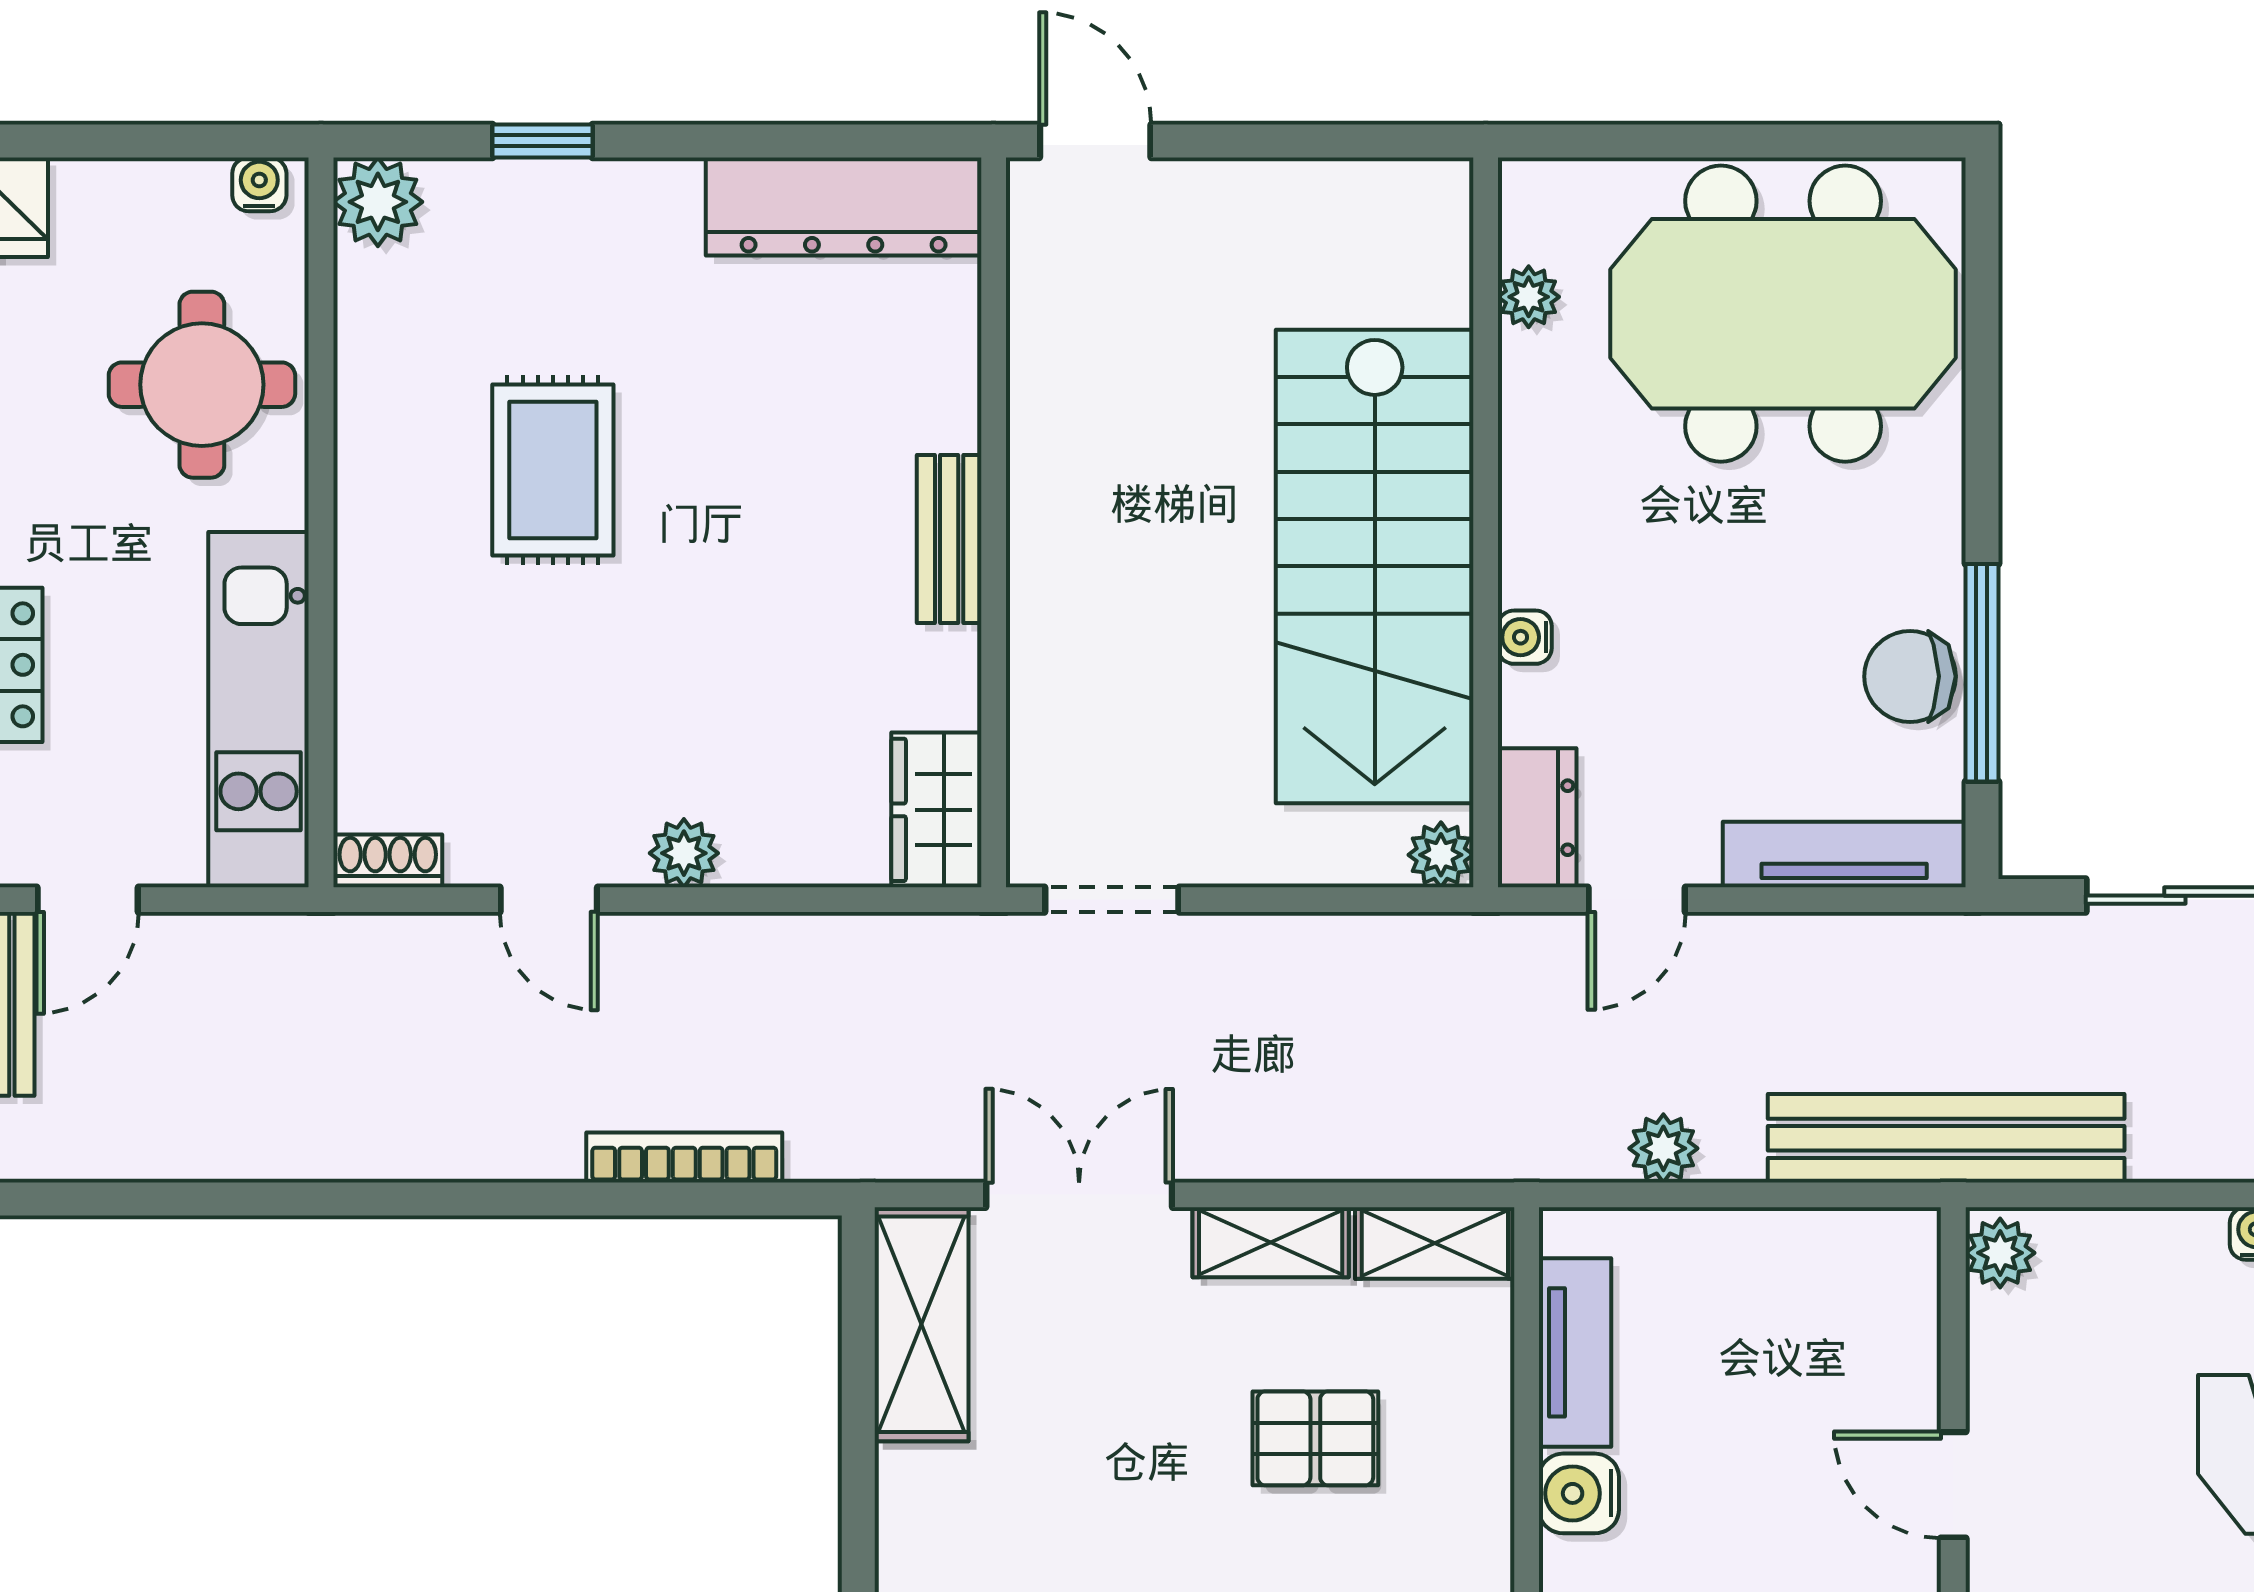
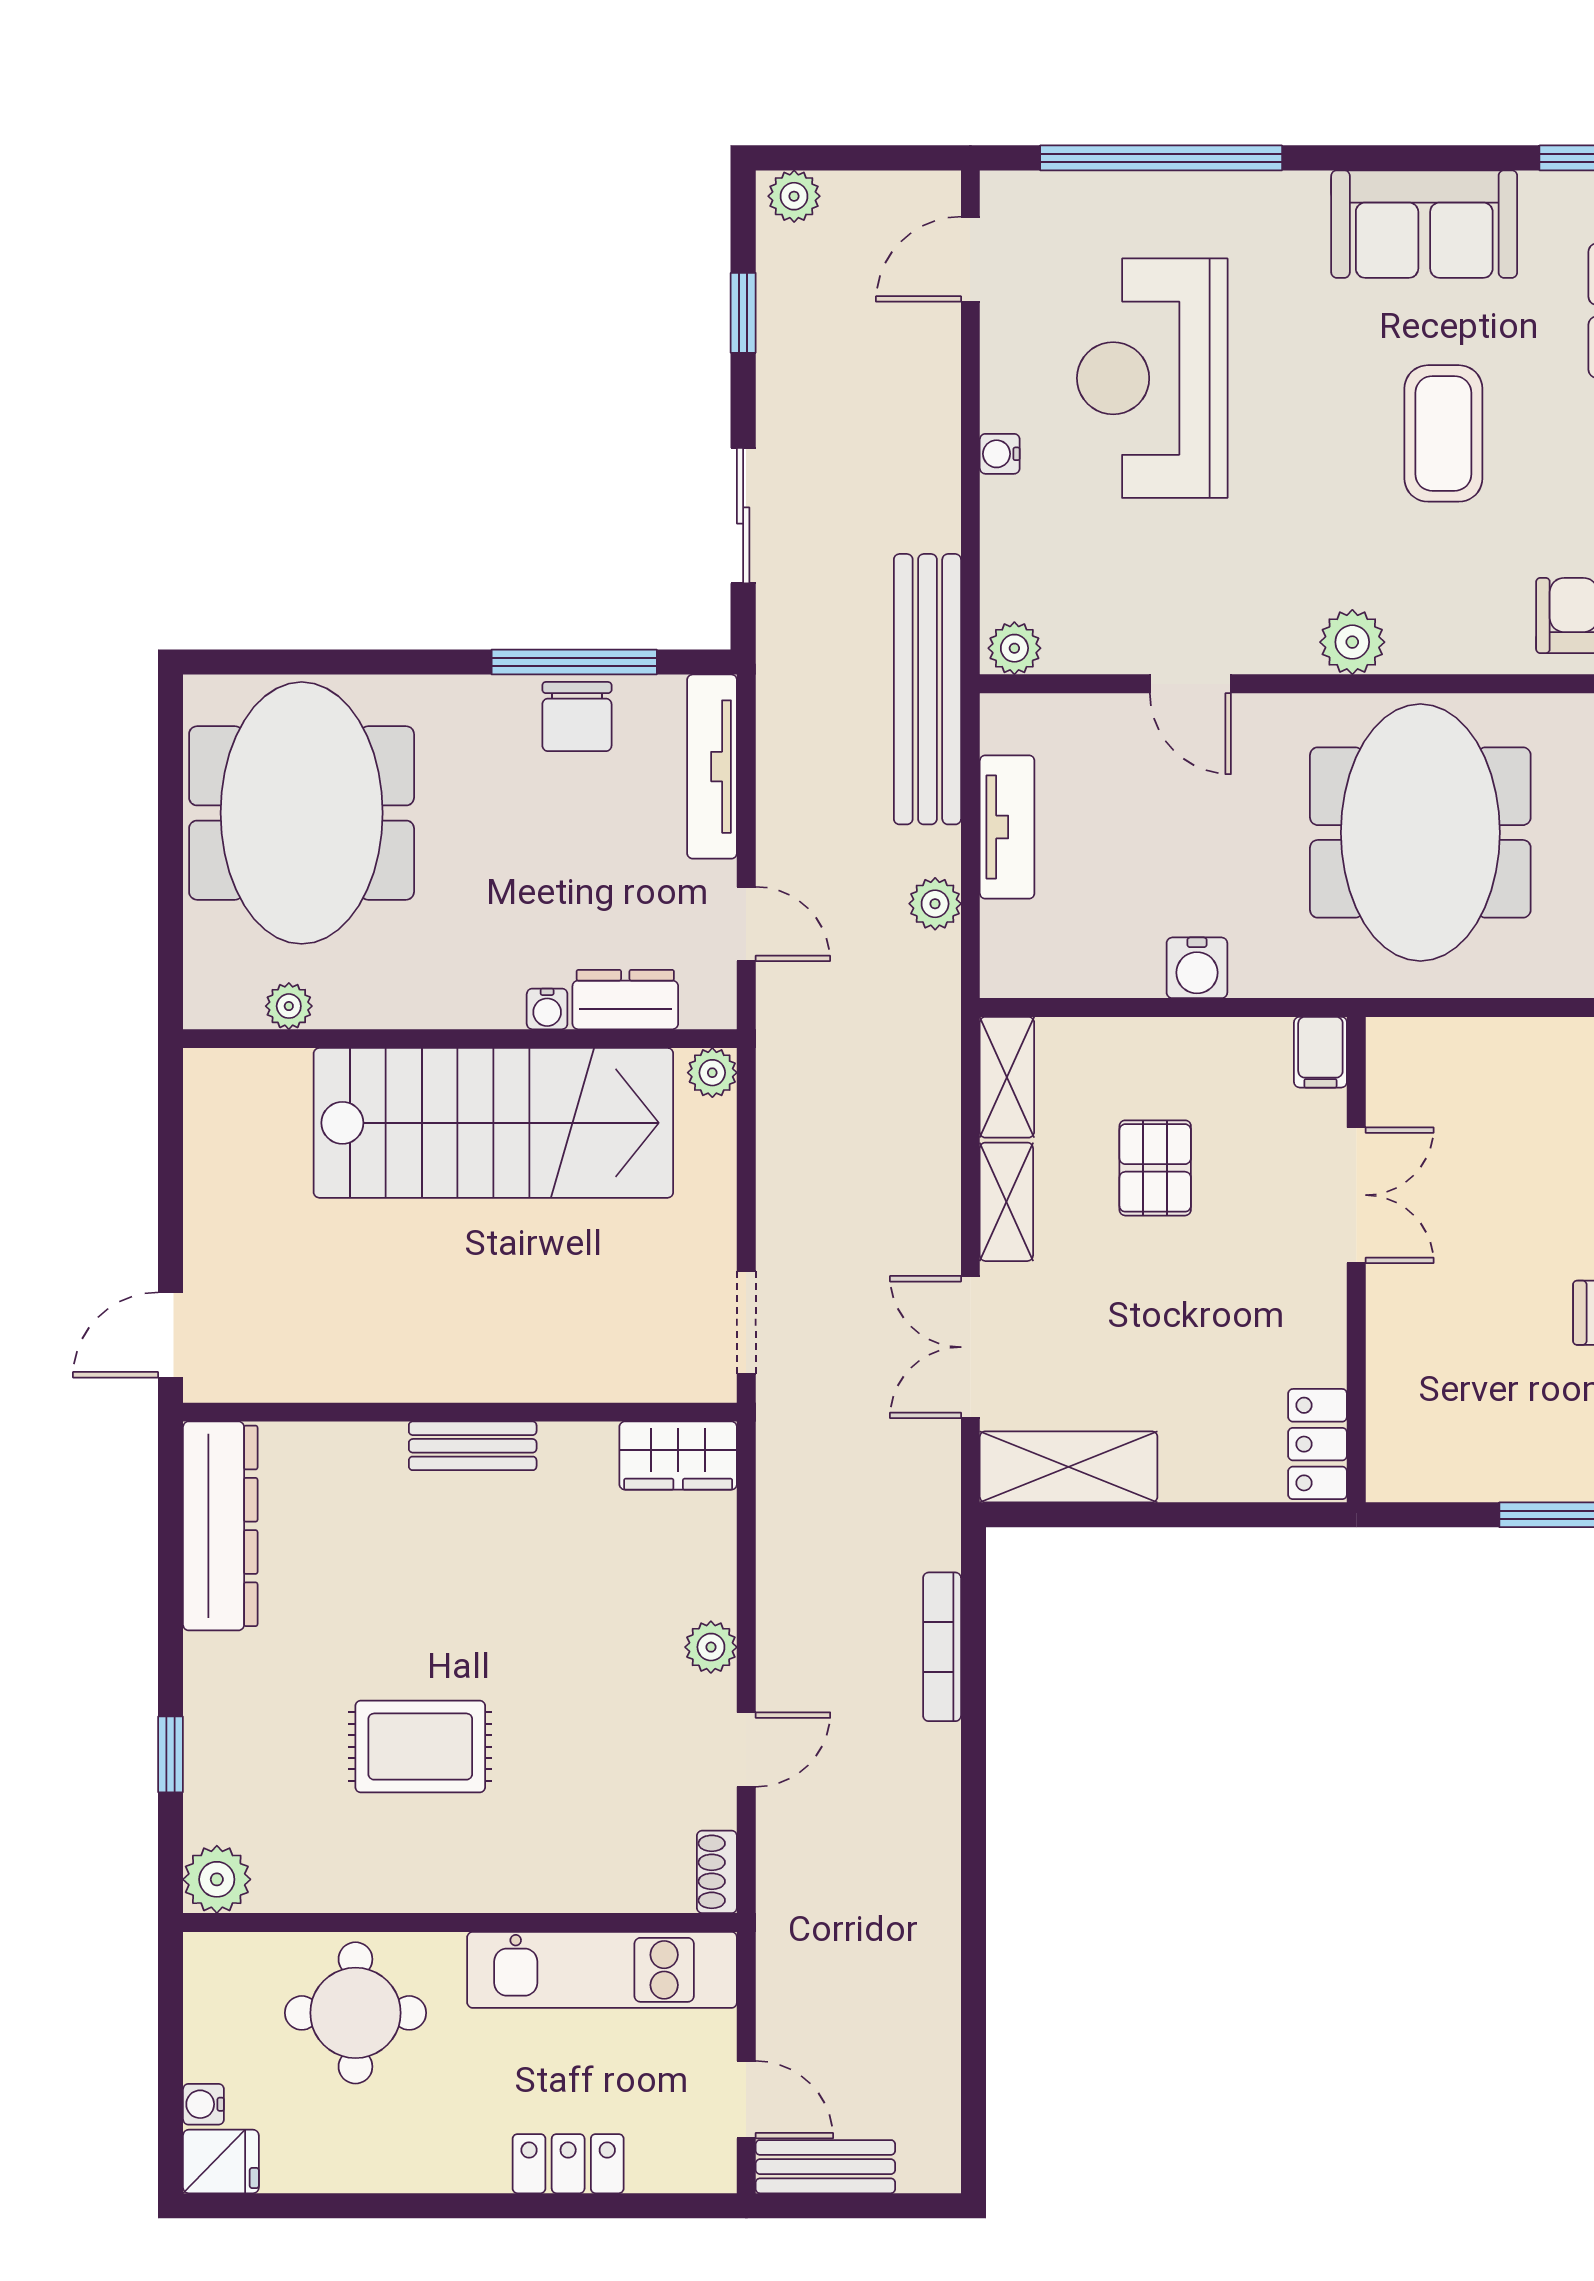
water cooler: (259, 184) -> (203, 2104), moved
dresser: (1537, 818) -> (625, 1000), moved
tv unit: (1575, 1352) -> (1007, 827), moved, turned 90
door: (1953, 1485) -> (1190, 684), hinge flipped

